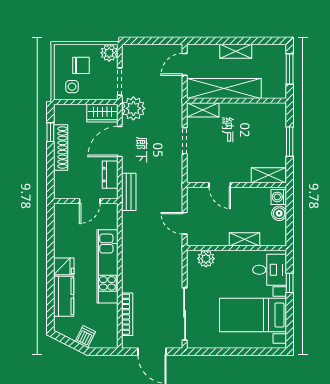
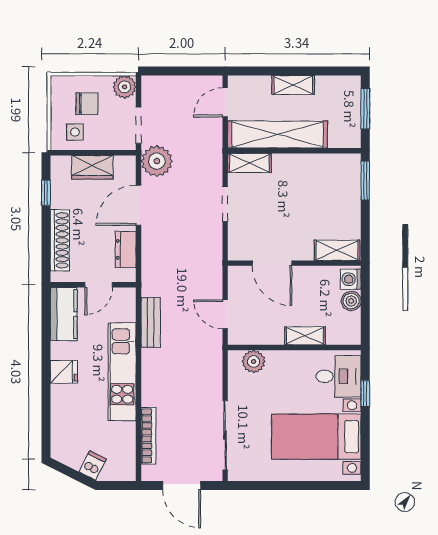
wardrobe: (102, 113) -> (92, 167), moved
window: (290, 142) -> (365, 181), moved
shoe rack: (61, 148) -> (60, 240), moved
door: (220, 185) -> (272, 263), width x1.38
bench: (129, 192) -> (151, 322), moved
kitchen counter: (64, 296) -> (64, 314), moved

